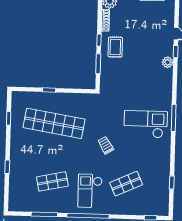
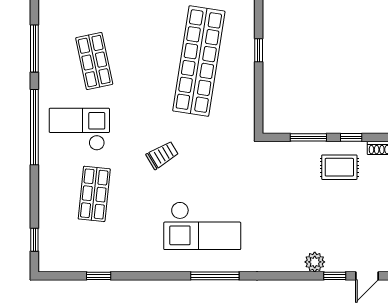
checkout: (146, 124) -> (202, 226), turned 90
shop shelf: (126, 184) -> (94, 194), turned 30

